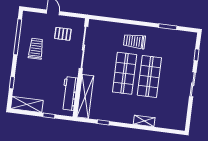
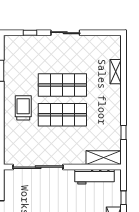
pallet: (63, 34) -> (25, 193), removed
trolley: (134, 41) -> (23, 108), turned 180
shelving: (85, 96) -> (104, 158), width x0.68
shelving: (144, 121) -> (116, 72), moved

